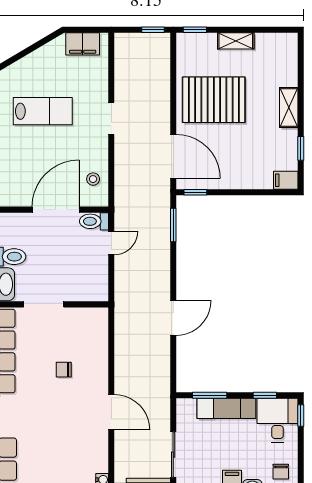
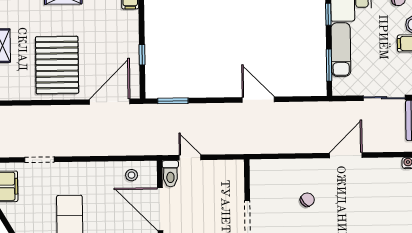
doorway: (111, 118) -> (39, 160), moved
window: (195, 192) -> (142, 55), moved
chair: (64, 370) -> (307, 200), turned -130

